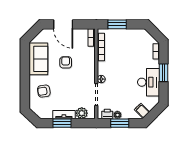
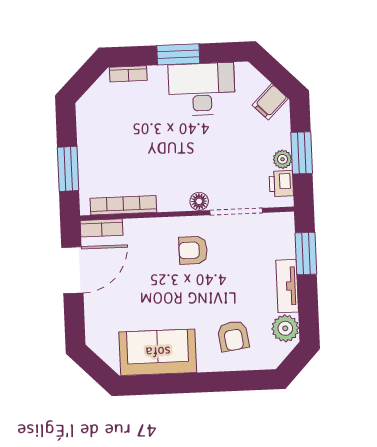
door: (63, 24) -> (72, 270), moved
armchair: (66, 62) -> (193, 250), moved
plant: (82, 113) -> (285, 328), moved
window: (62, 123) -> (306, 254), moved

